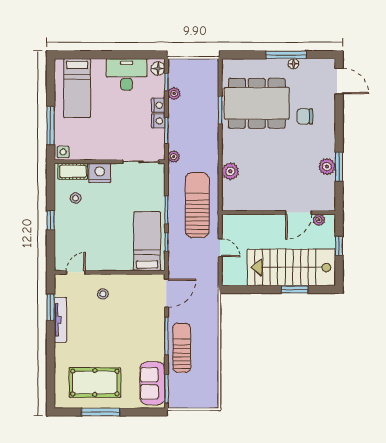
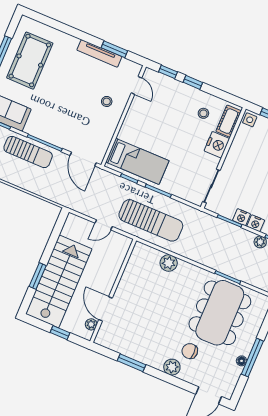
chair: (305, 116) -> (190, 351), turned -90
plant: (174, 157) -> (203, 218), removed
plant: (327, 166) -> (172, 367), moved
window: (51, 248) -> (168, 72), added

